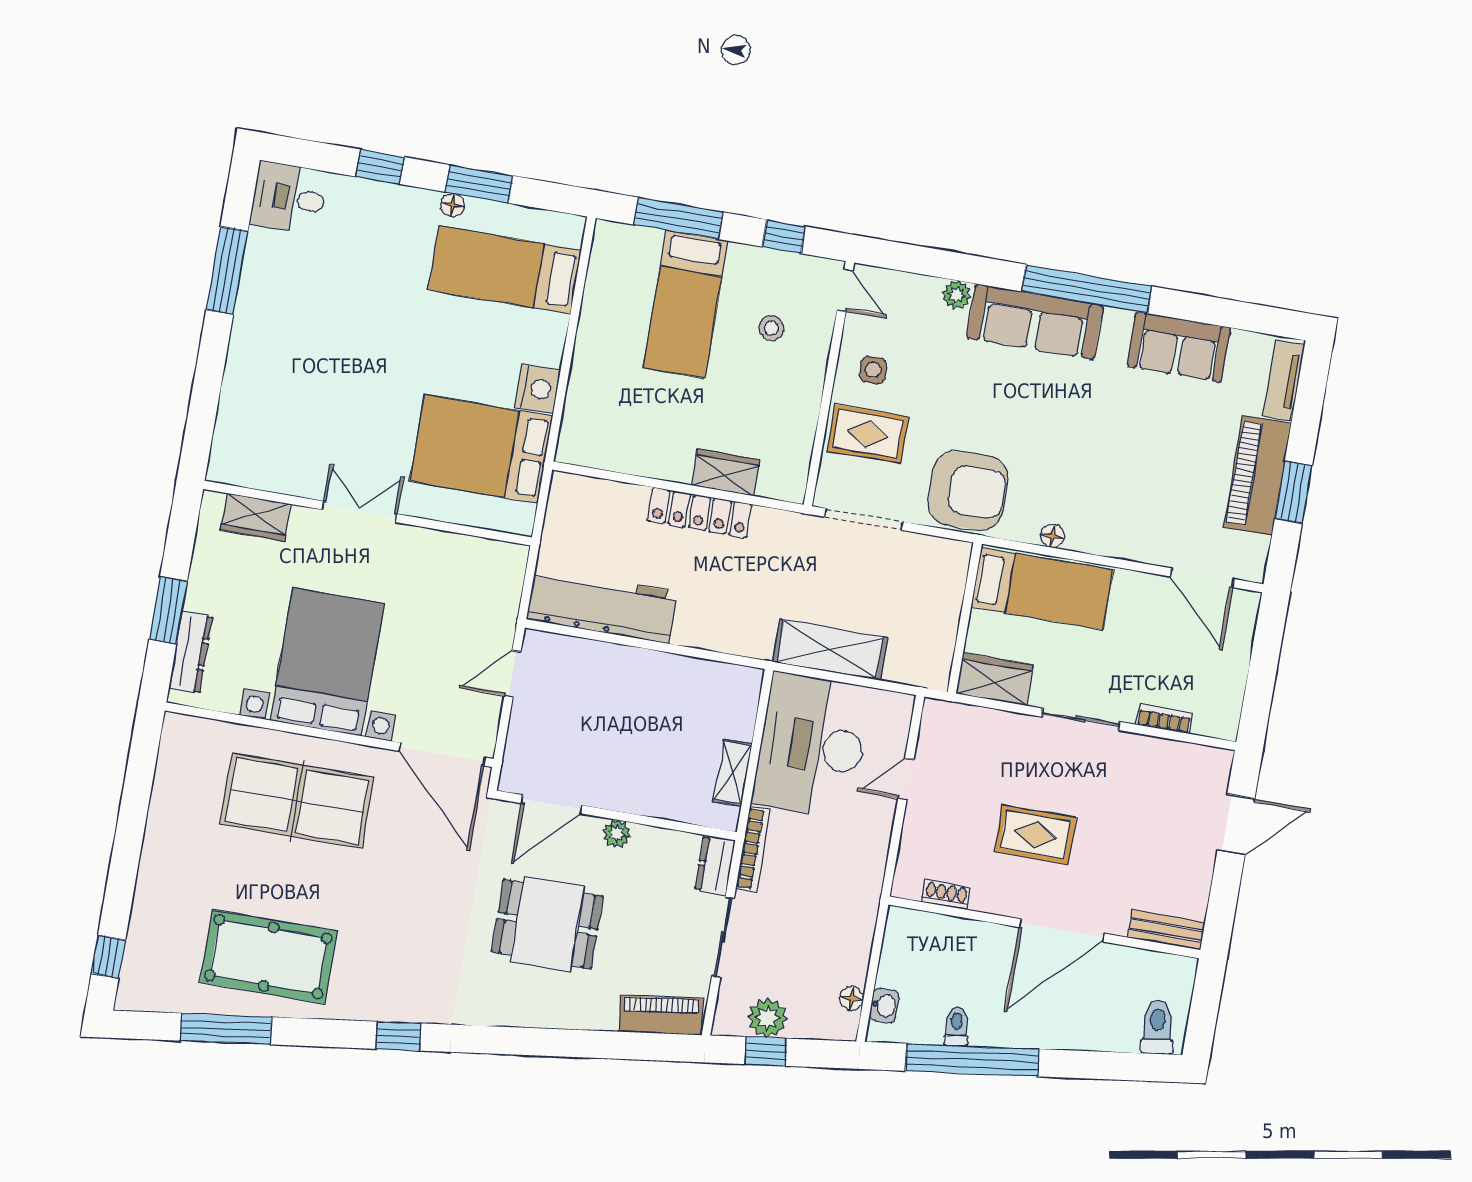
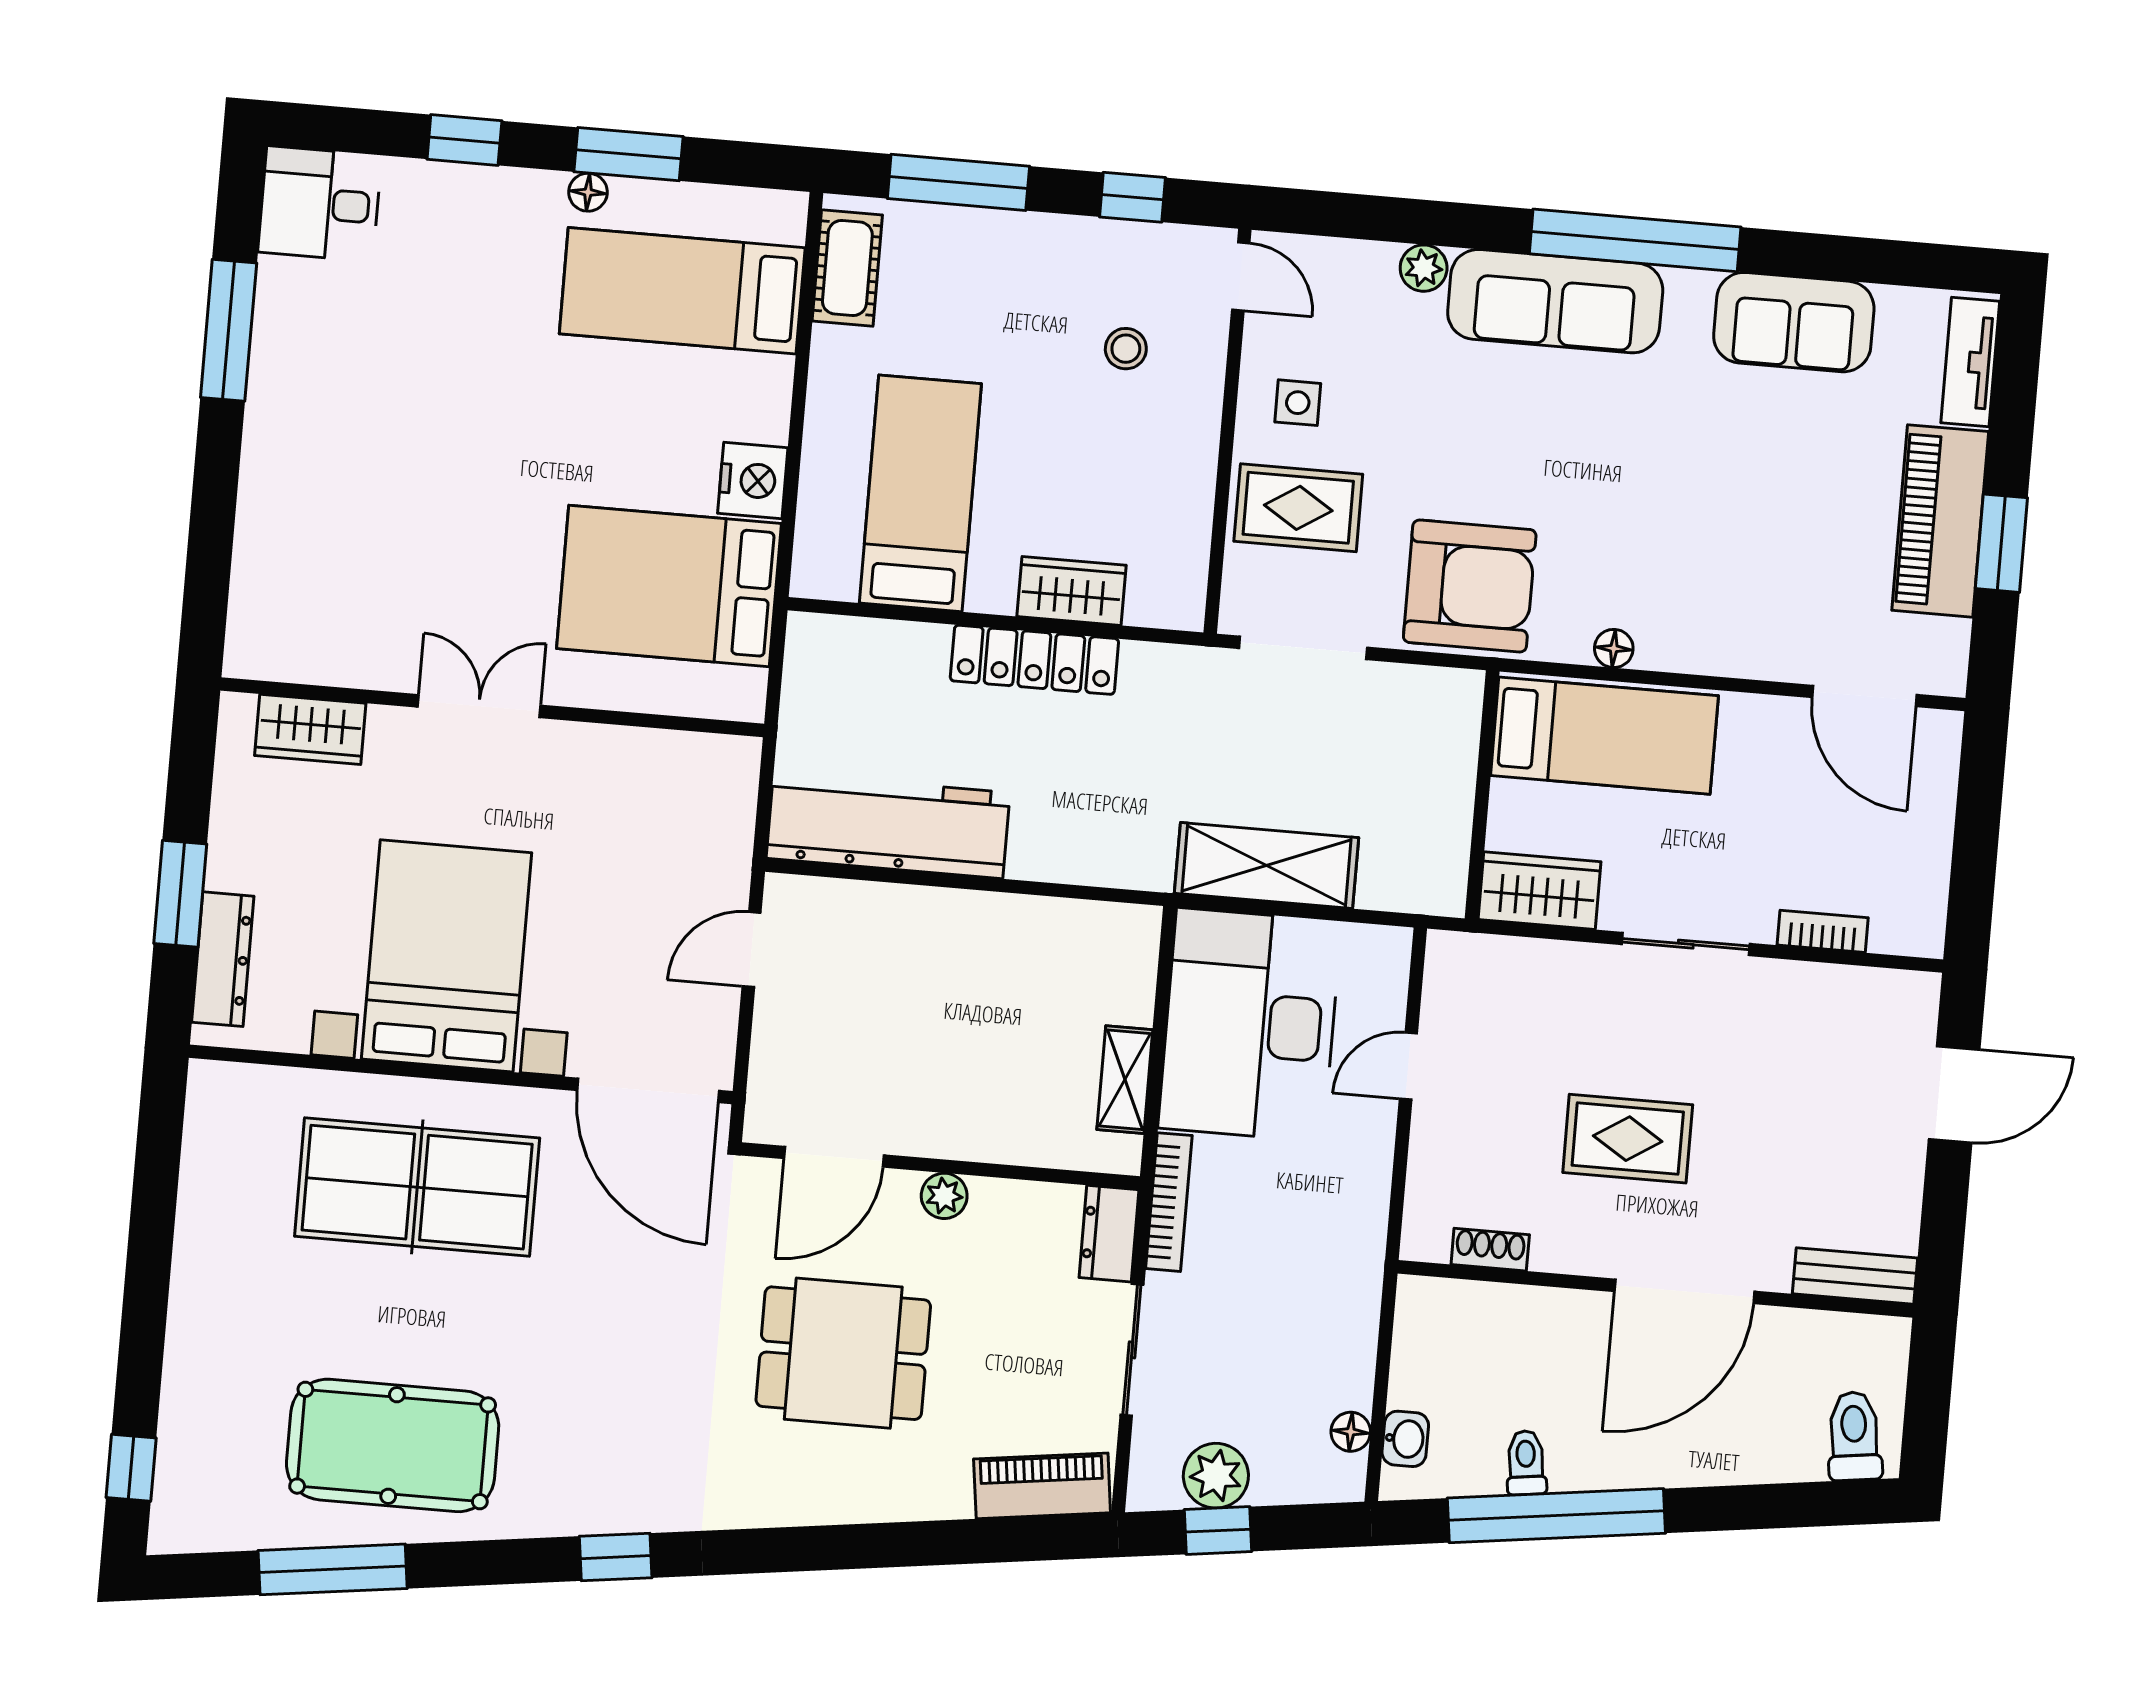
cot: (606, 265) -> (847, 268), added
bed: (685, 304) -> (920, 493), moved, turned 180

